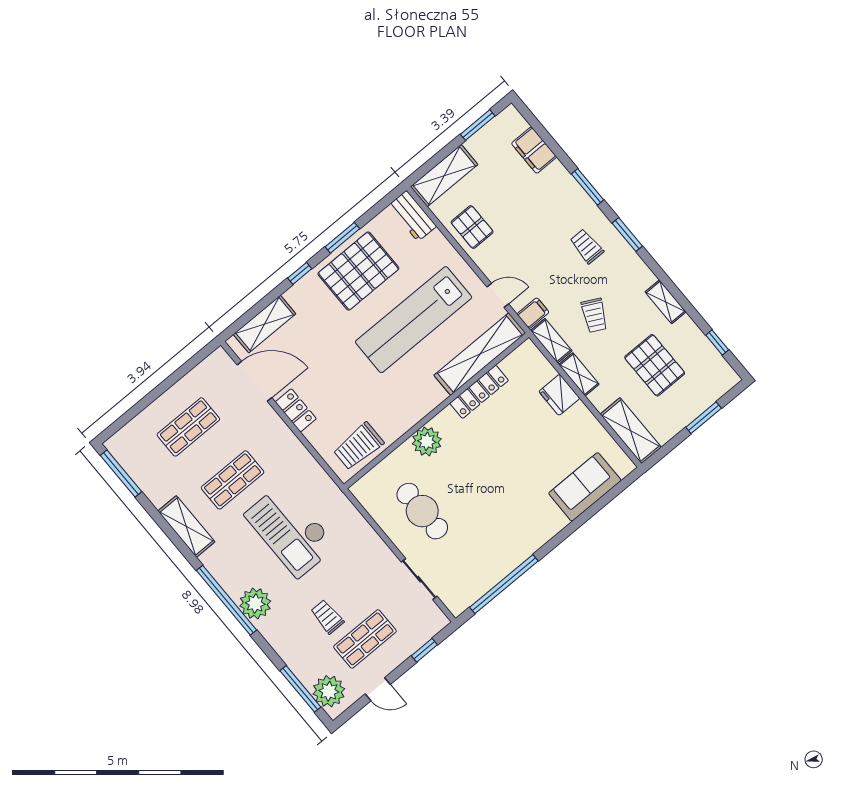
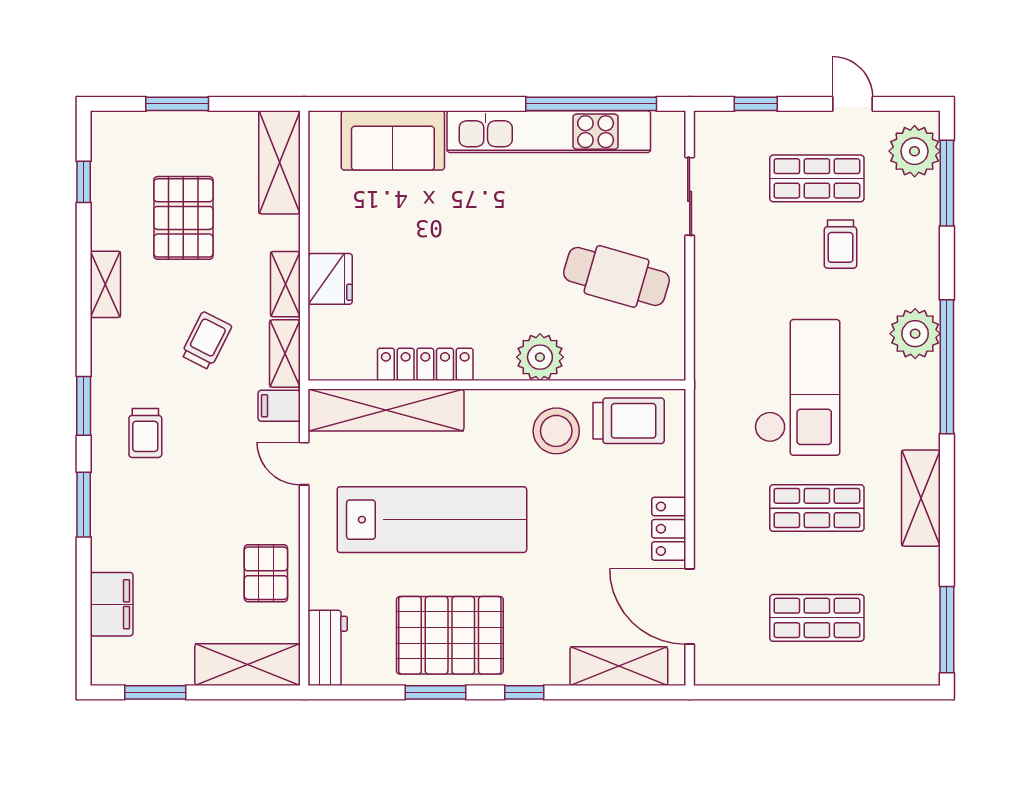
stool: (389, 412) -> (556, 431), added
cafe table: (422, 511) -> (617, 276), turned -74
kitchen unit: (513, 554) -> (549, 132), added

